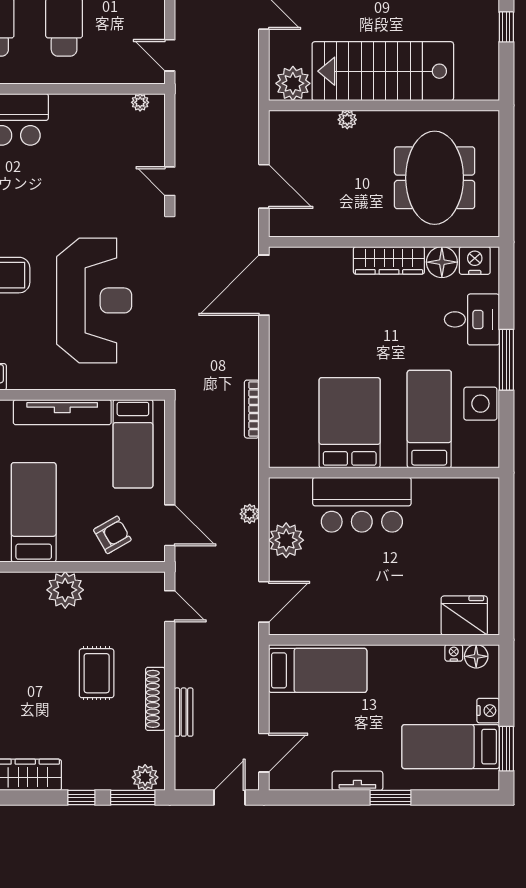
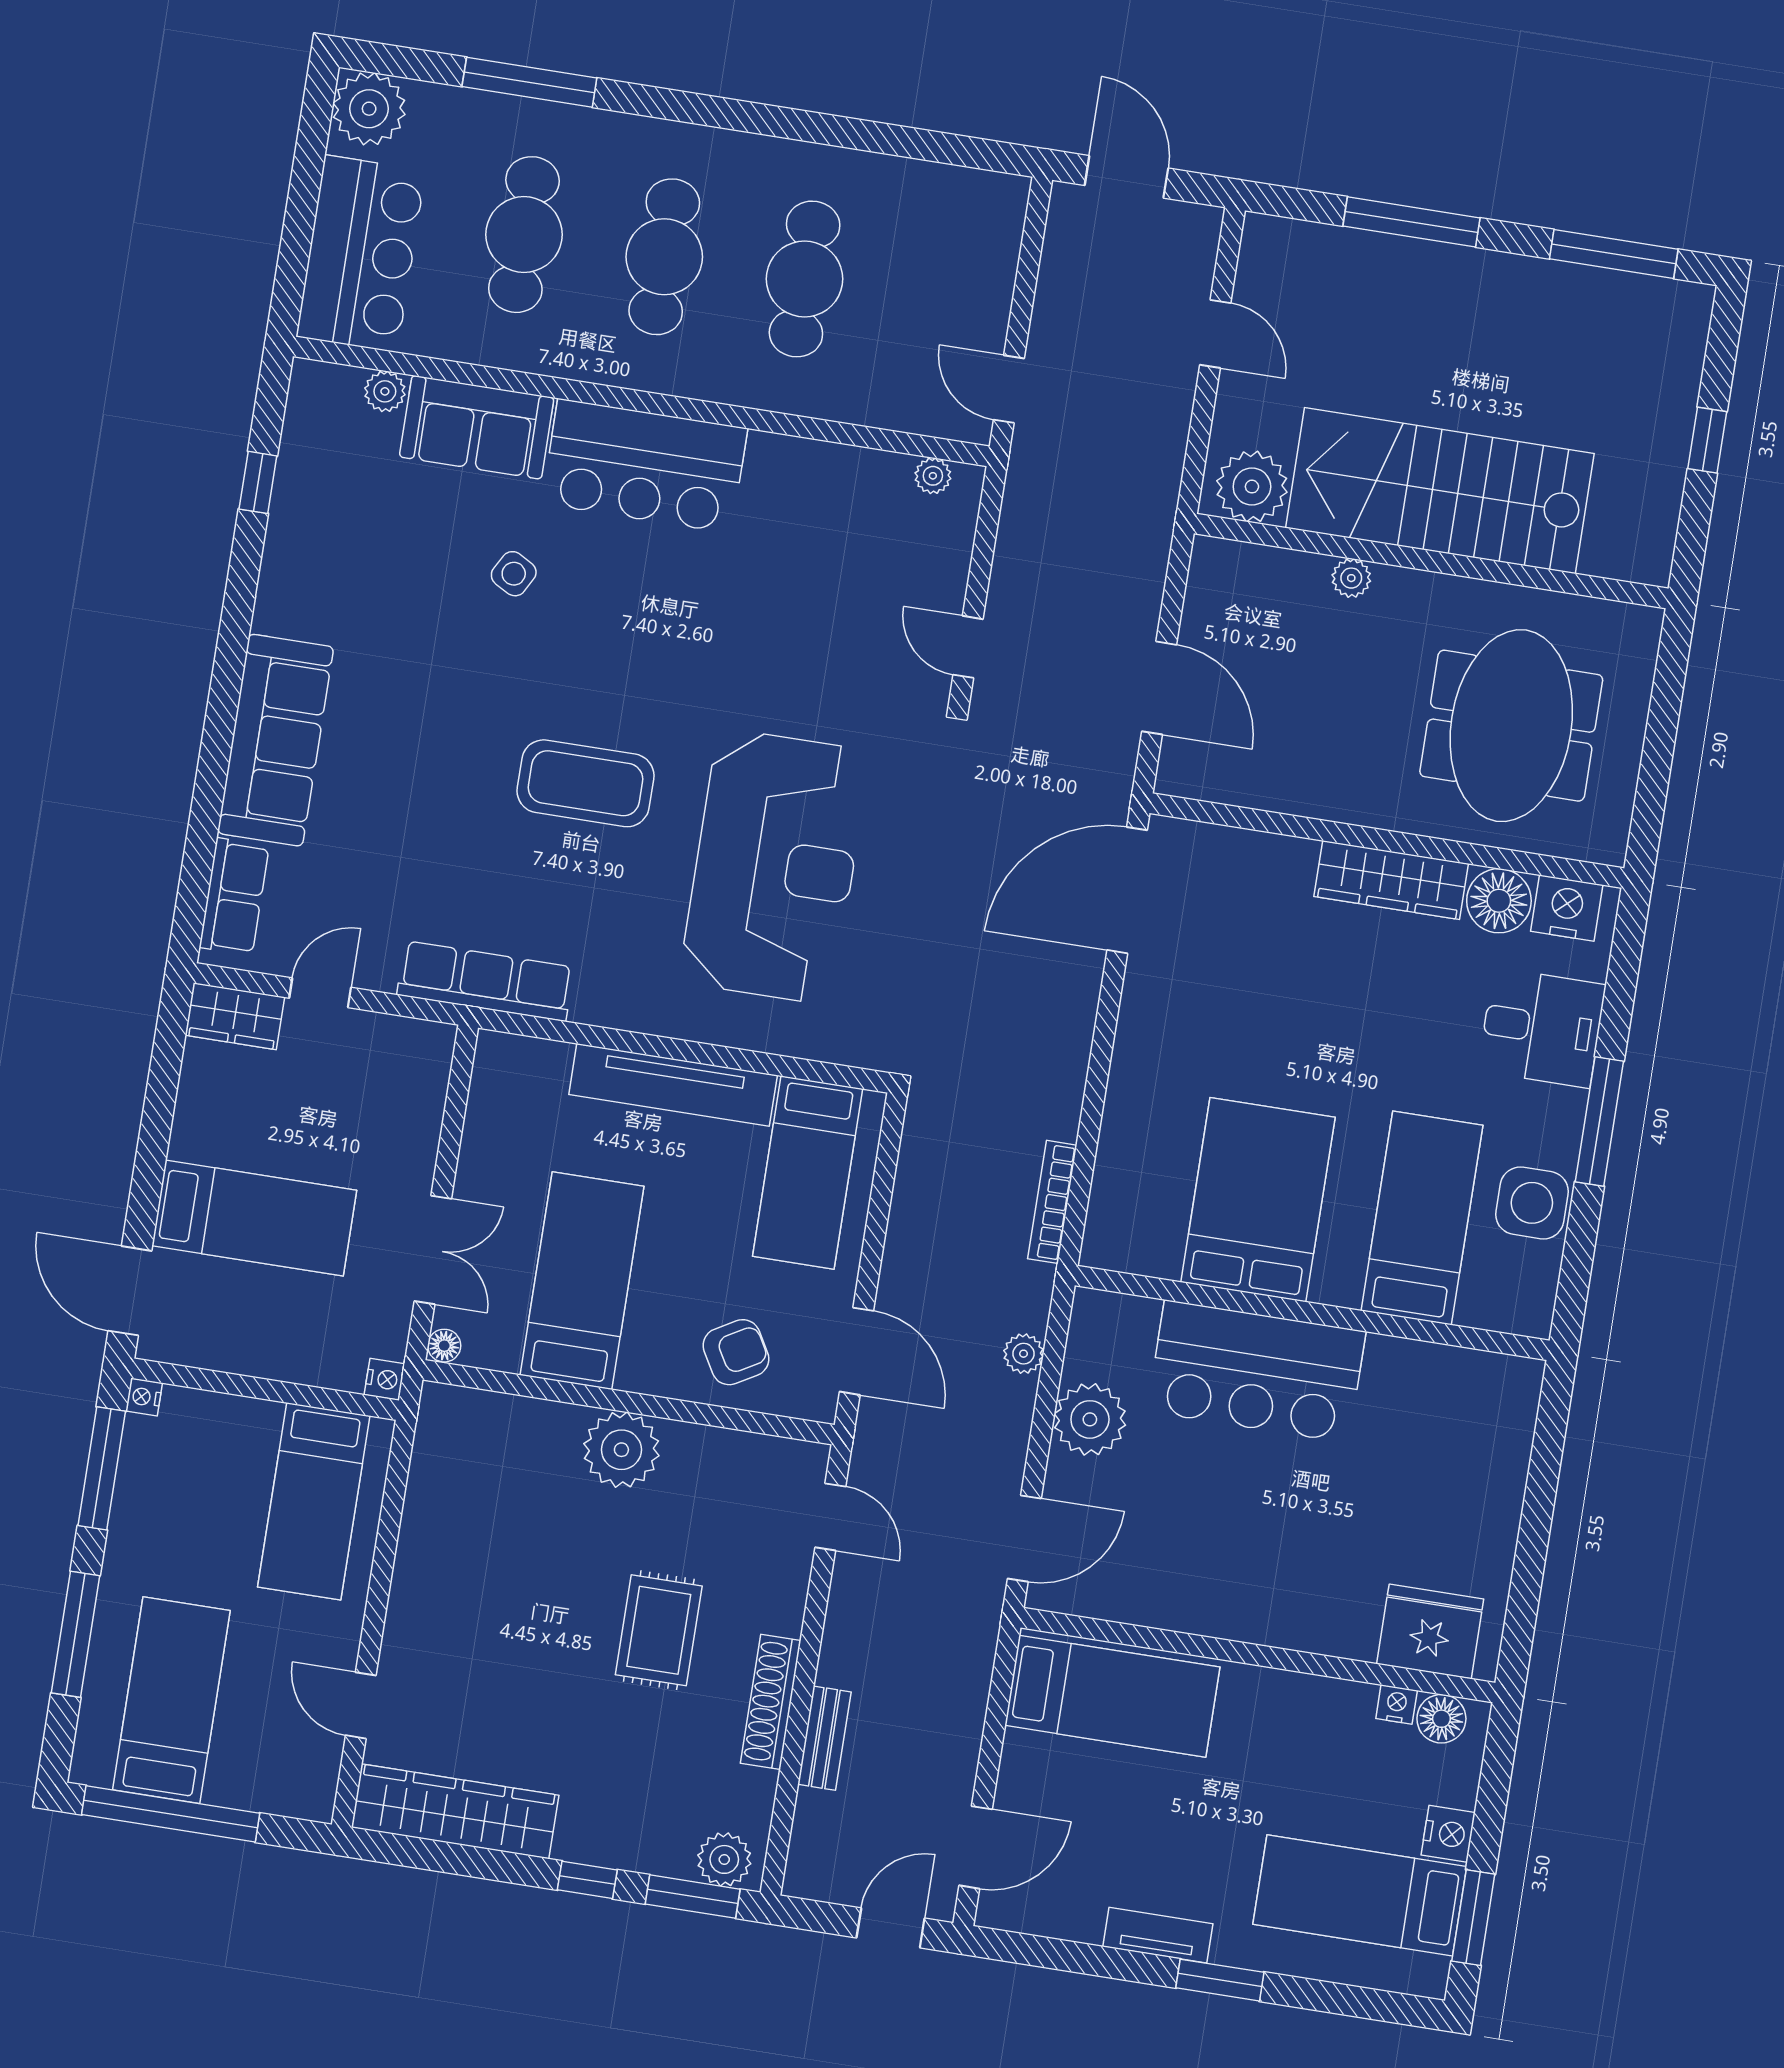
bookcase: (252, 409) -> (1052, 1202), moved

